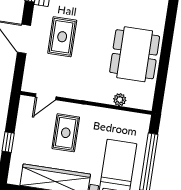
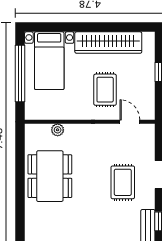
door: (46, 97) -> (130, 122), hinge flipped

